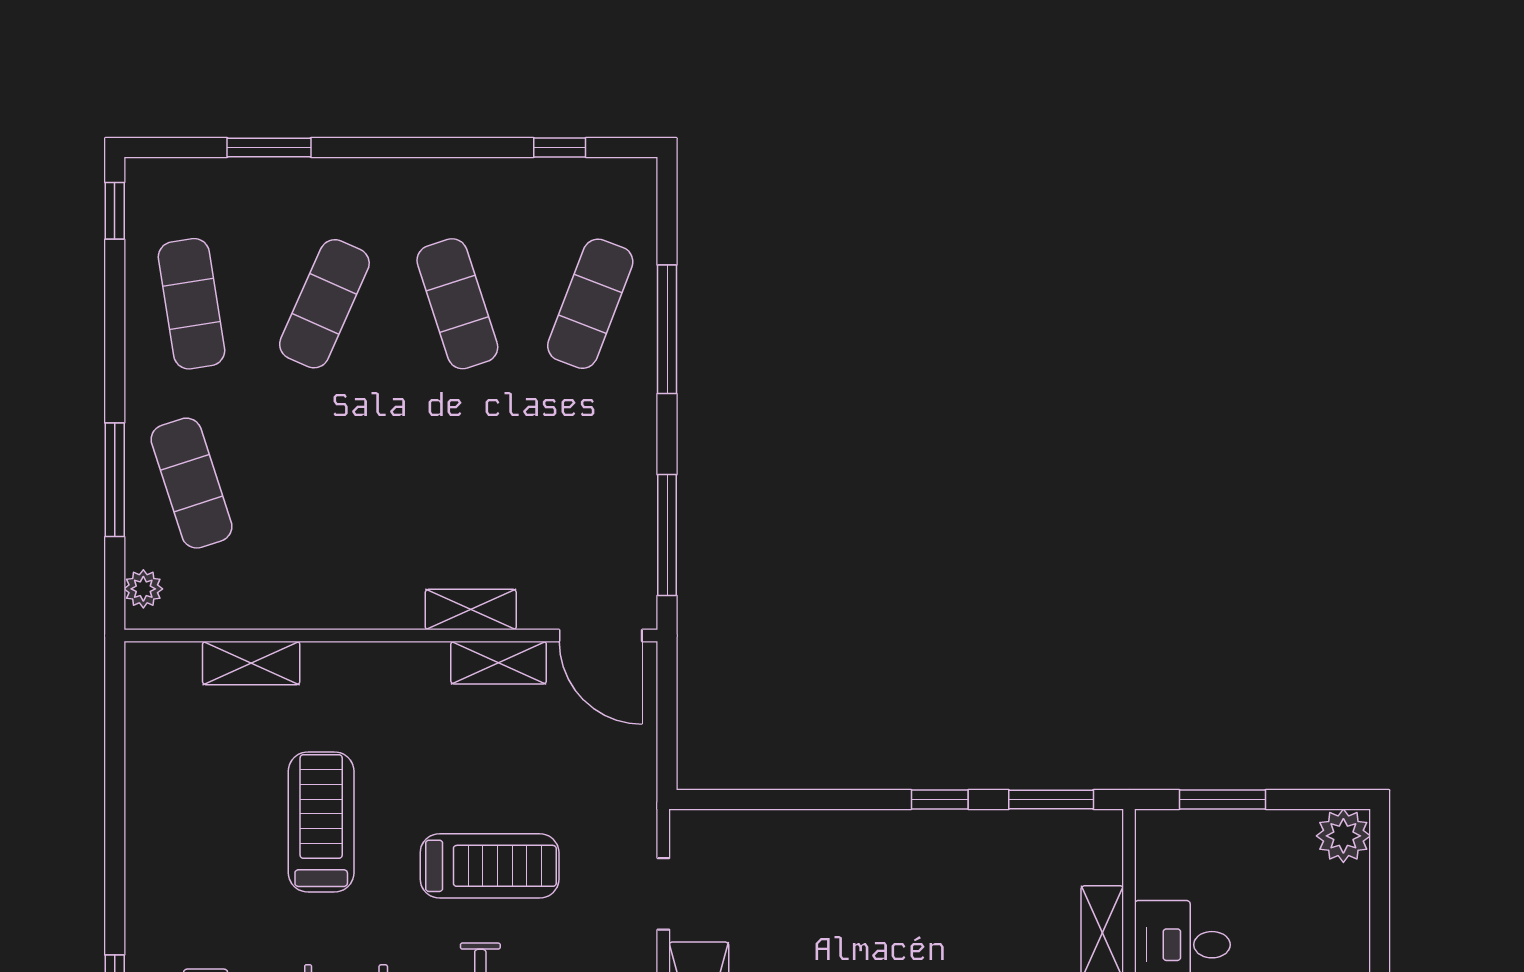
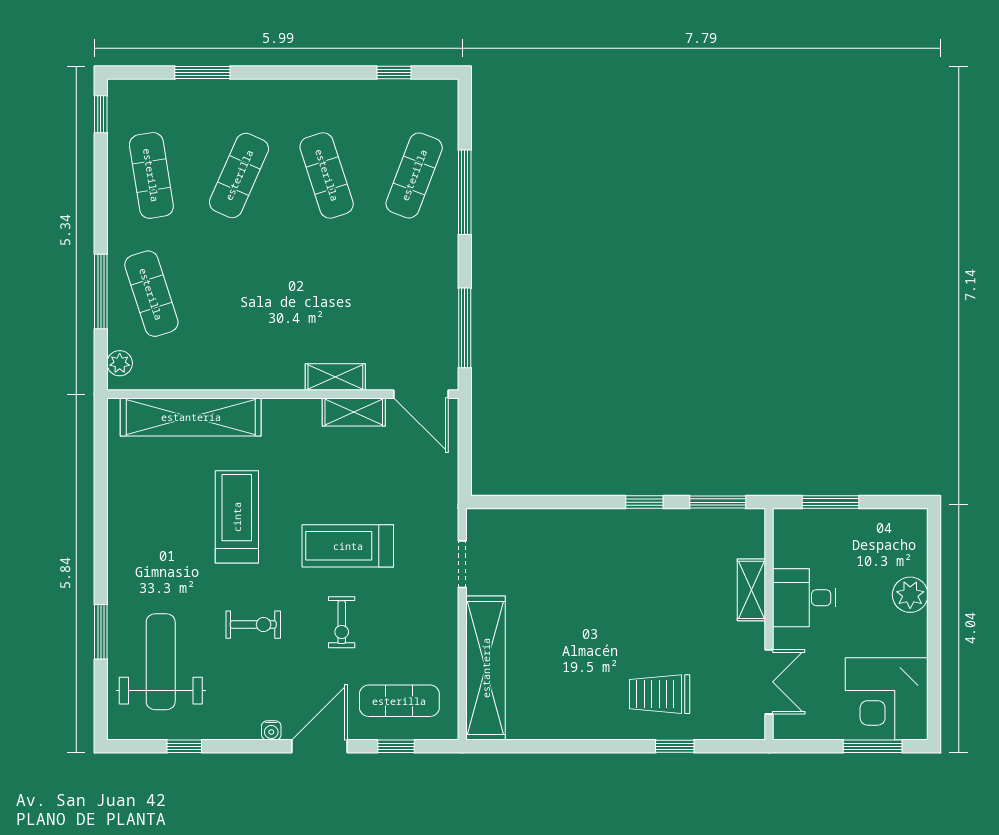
shelving: (251, 663) -> (191, 417), width x2.20, depth x1.33
plant: (1343, 836) -> (910, 595), moved
treadmill: (490, 866) -> (348, 546), turned 180

